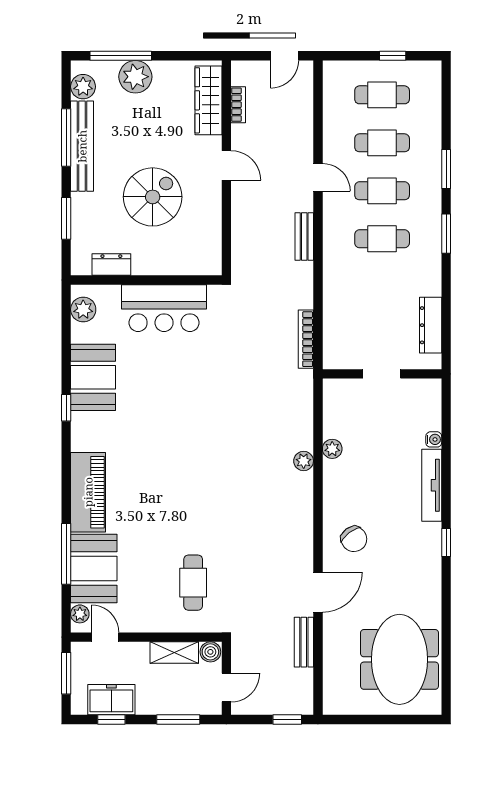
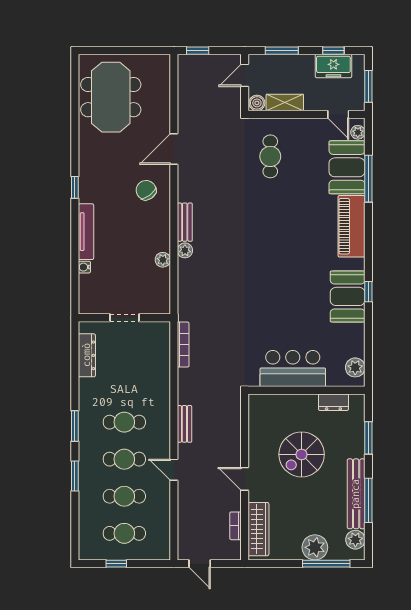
door: (285, 56) -> (200, 564), swing flipped
booth: (93, 377) -> (348, 296), moved
bench: (304, 642) -> (185, 222), moved

